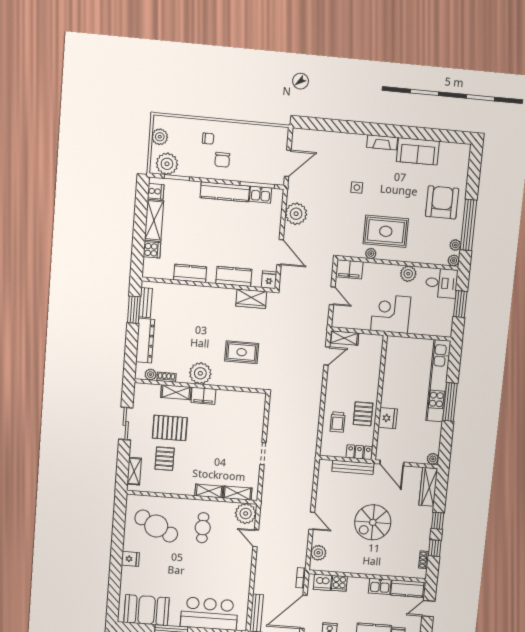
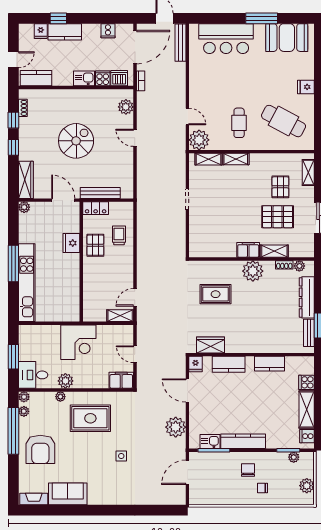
fireplace: (382, 142) -> (34, 499), moved
plant: (167, 164) -> (294, 457), width x0.53, depth x0.53
plant: (371, 254) -> (60, 397), moved
kitchen sink: (380, 586) -> (84, 78), moved

